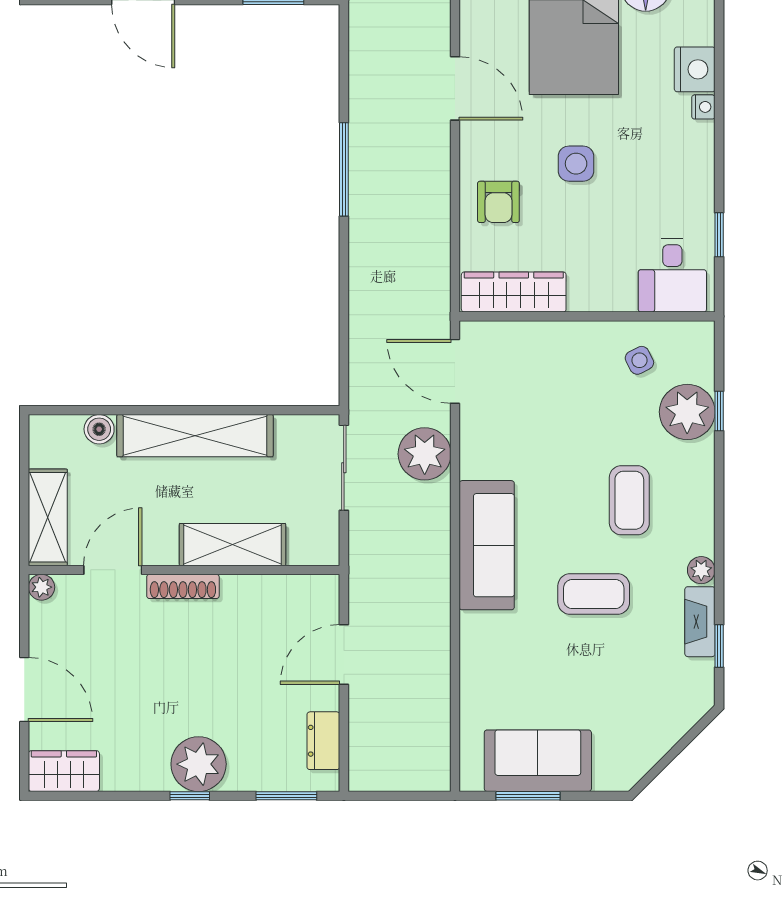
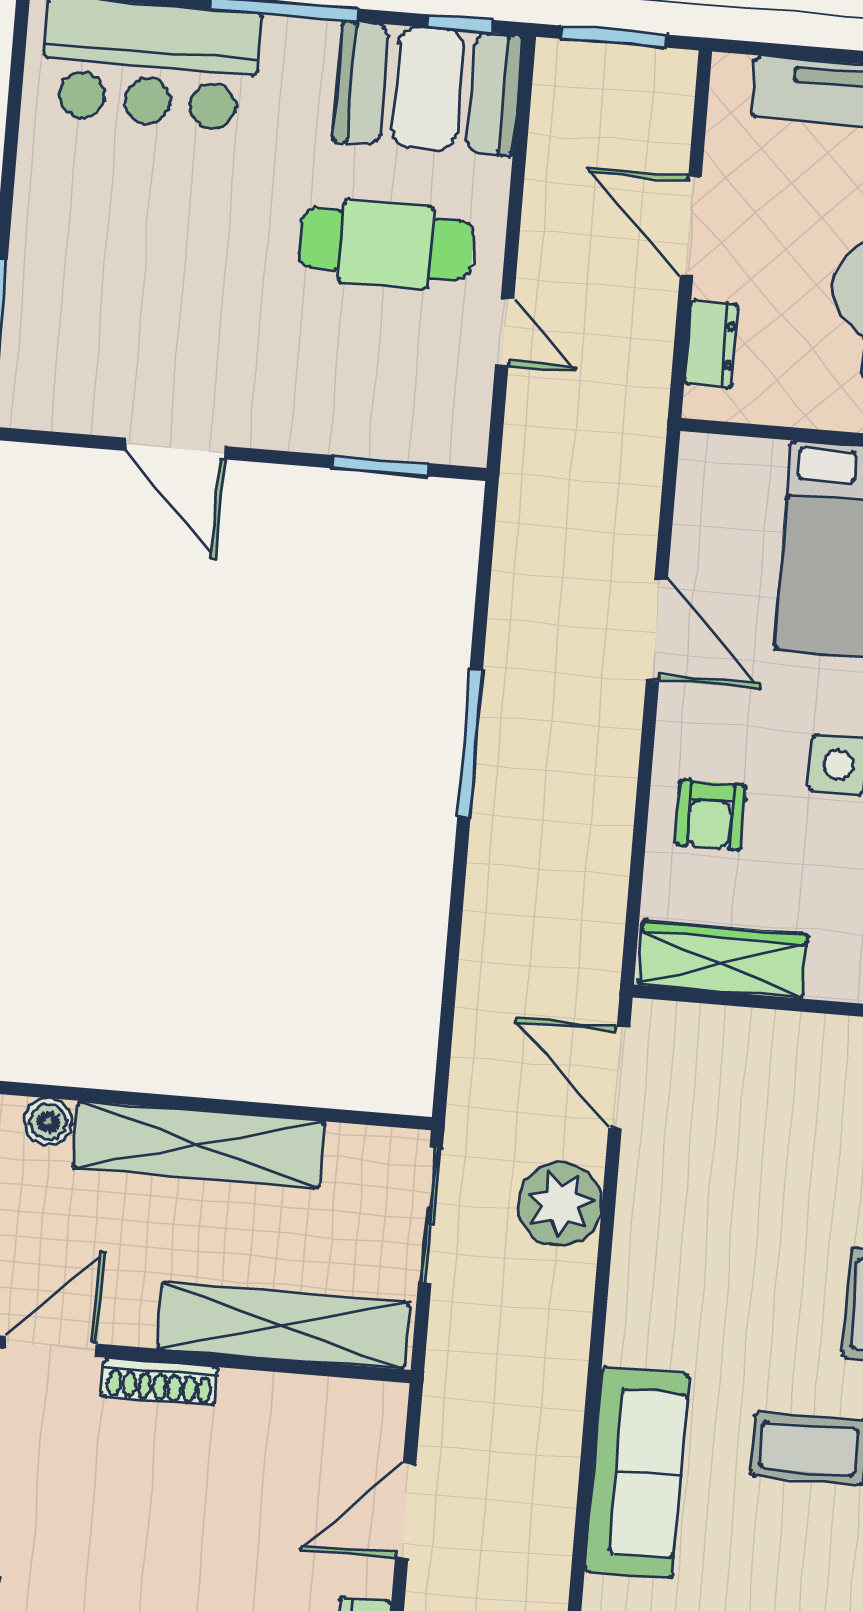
shelving: (232, 545) -> (283, 1325), width x1.47
sofa: (487, 545) -> (637, 1473), moved

